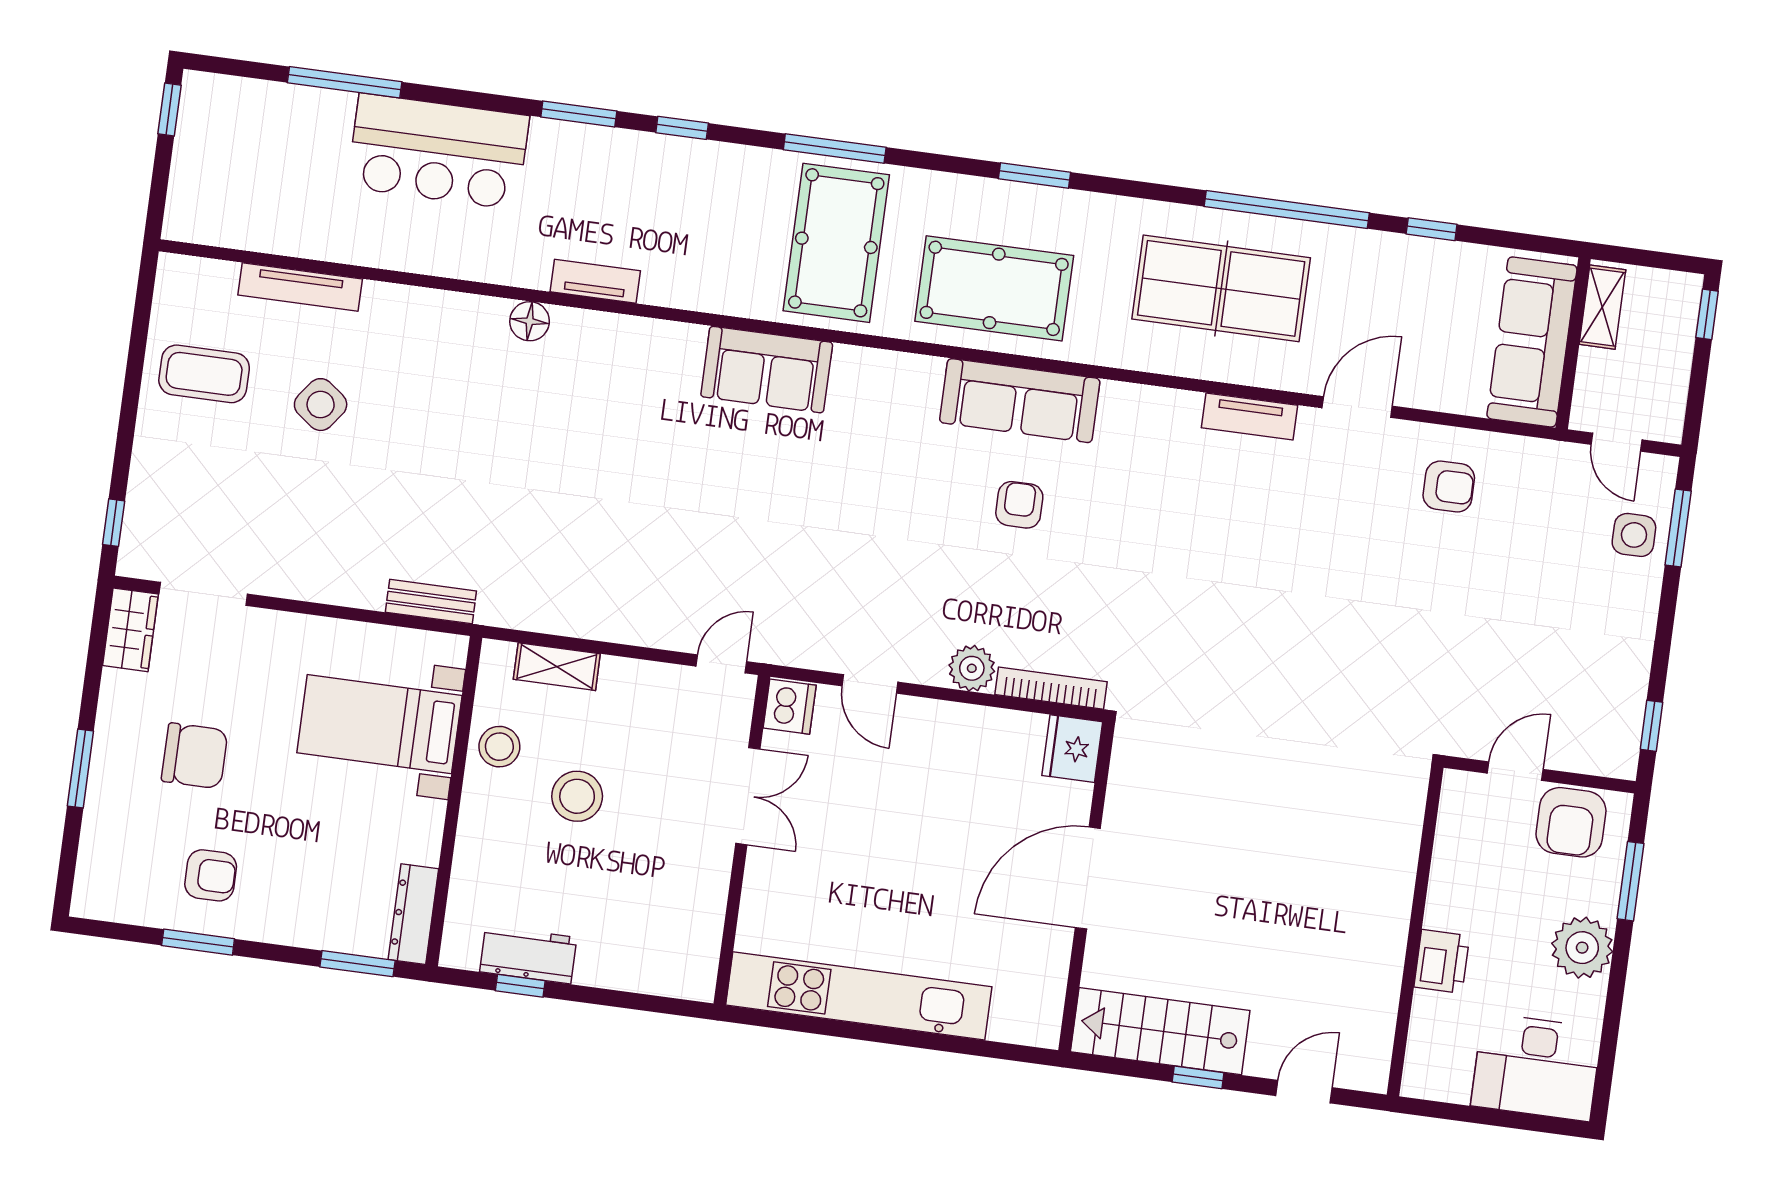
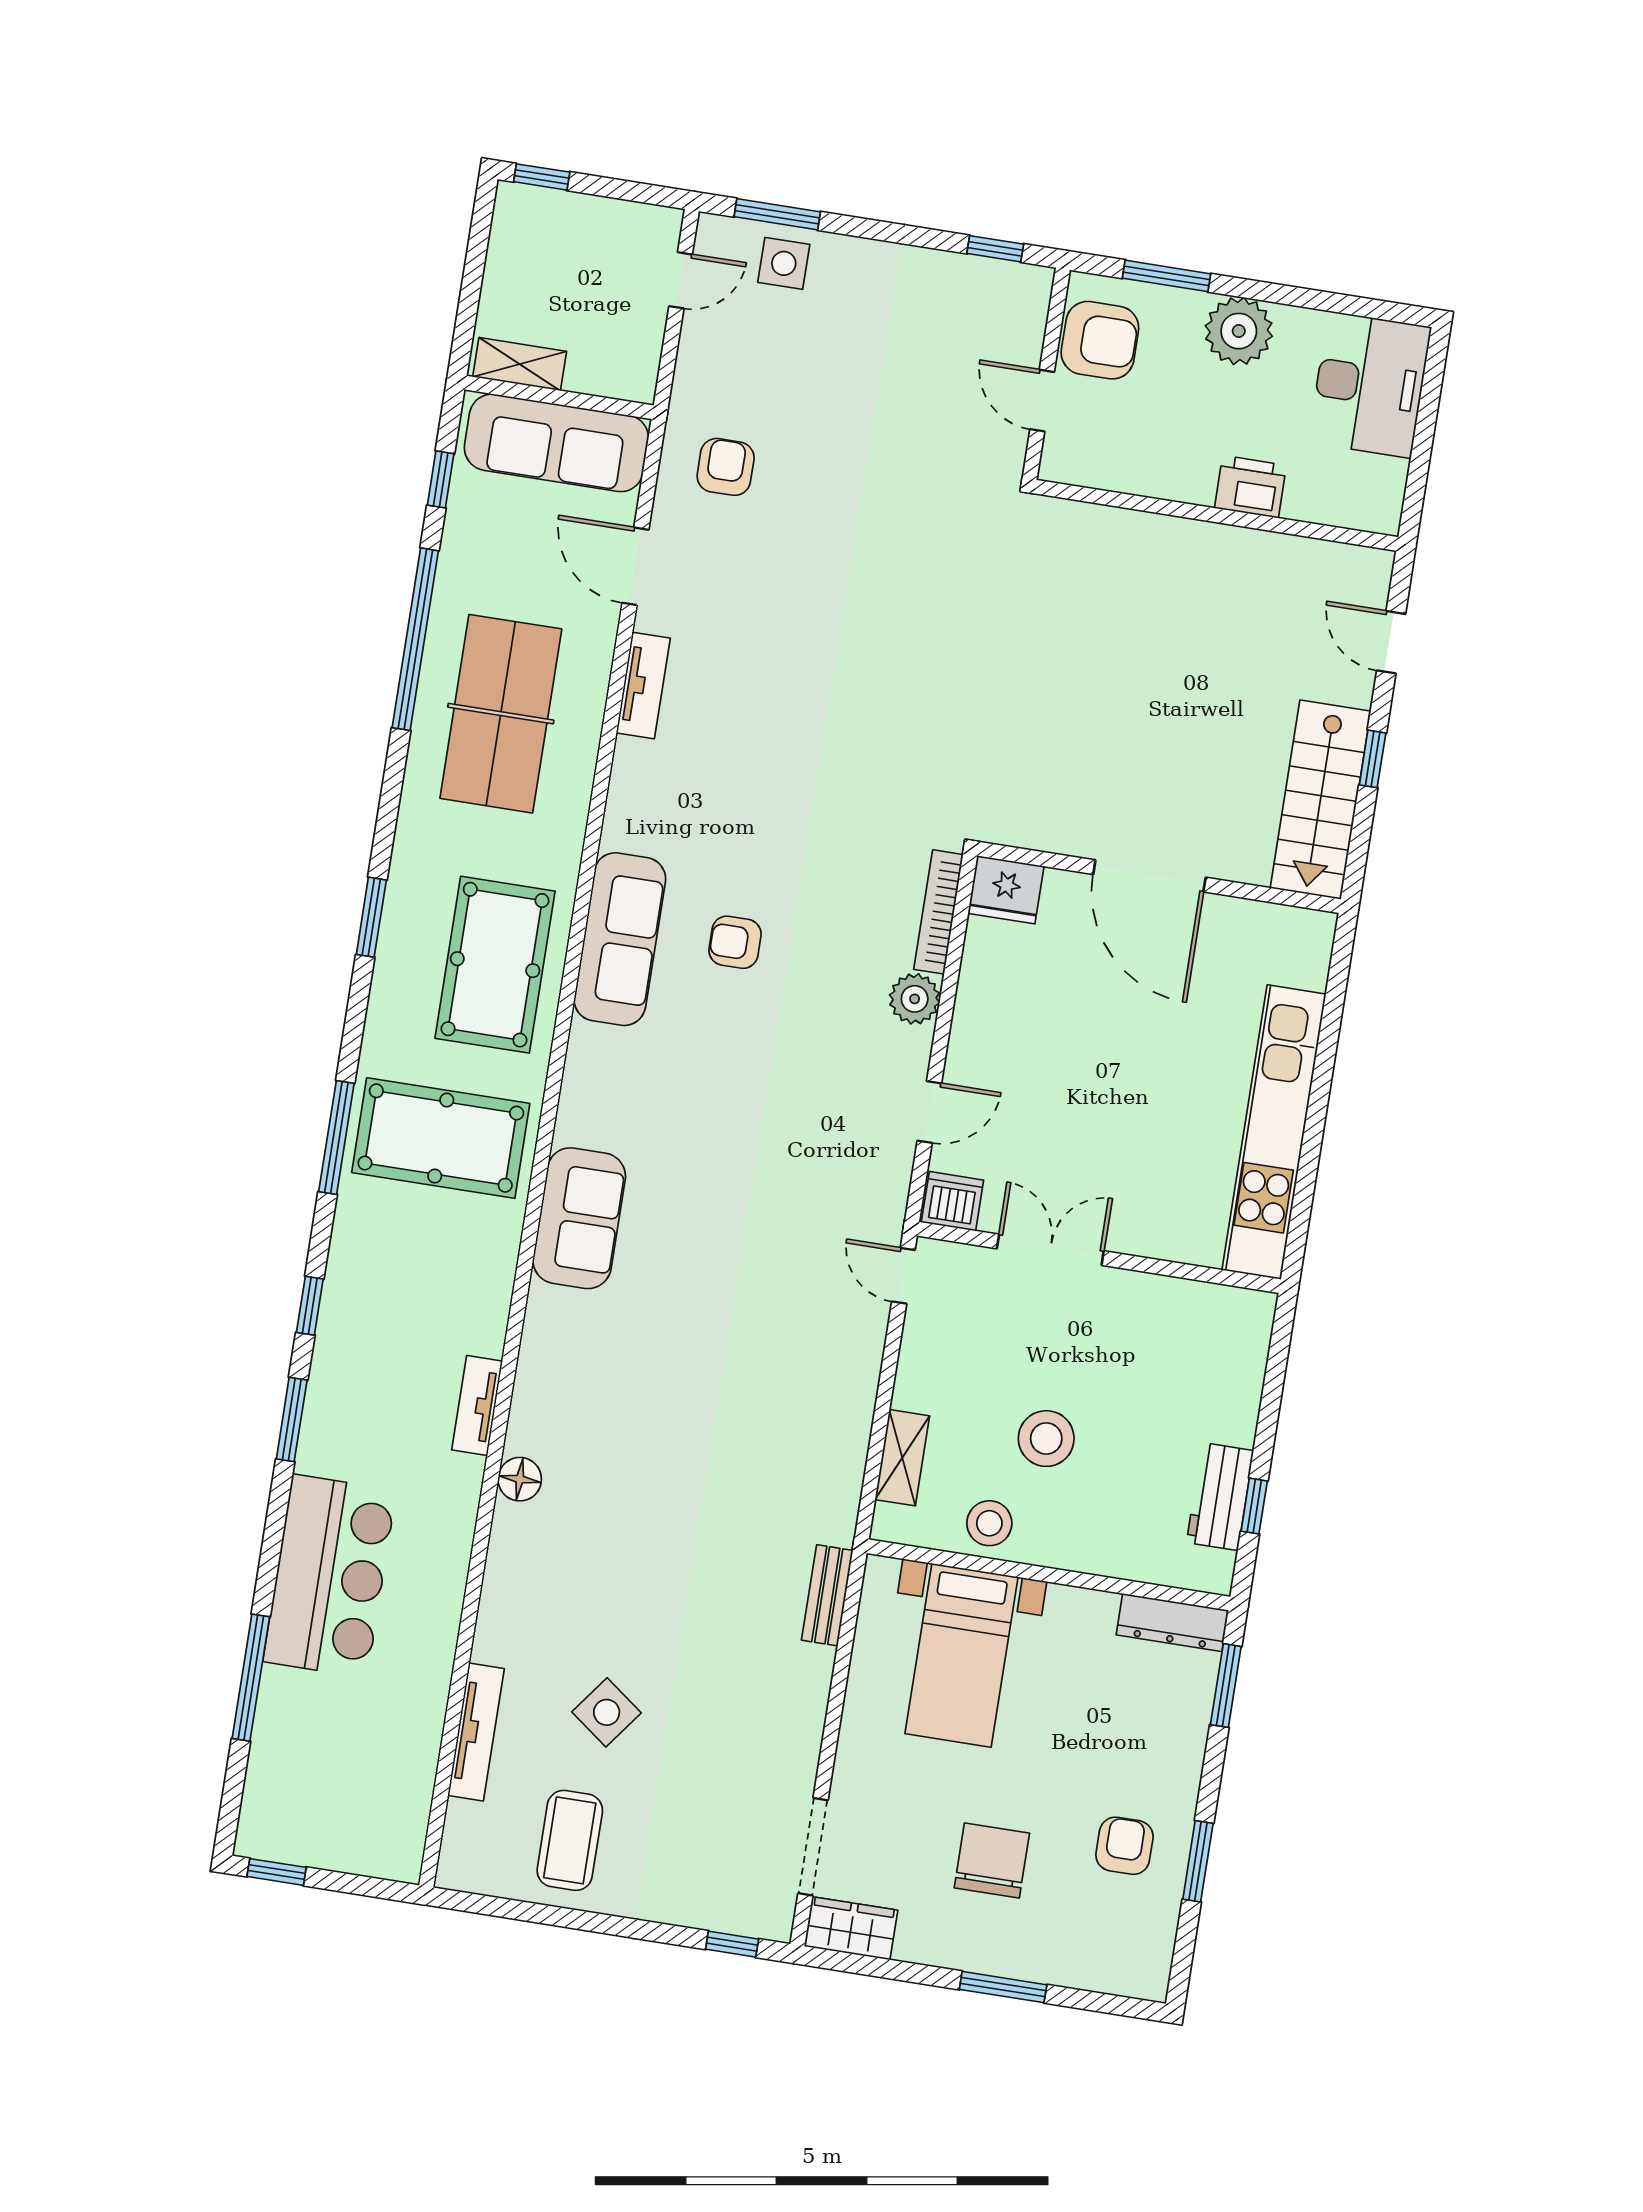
shelving: (1602, 307) -> (520, 364), moved
sofa: (1532, 342) -> (556, 443), moved
wall: (1573, 343) -> (559, 397), moved

